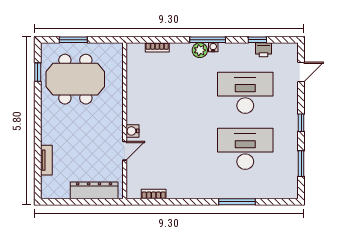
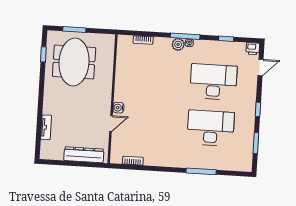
printer: (263, 50) -> (253, 49), moved
meeting table: (75, 79) -> (74, 62), turned 90

